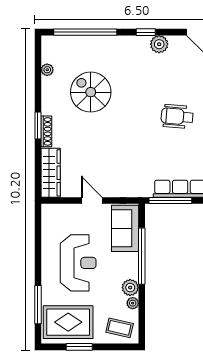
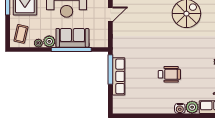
wheelchair: (177, 116) -> (169, 74), turned 85
sofa: (125, 228) -> (72, 38), moved

